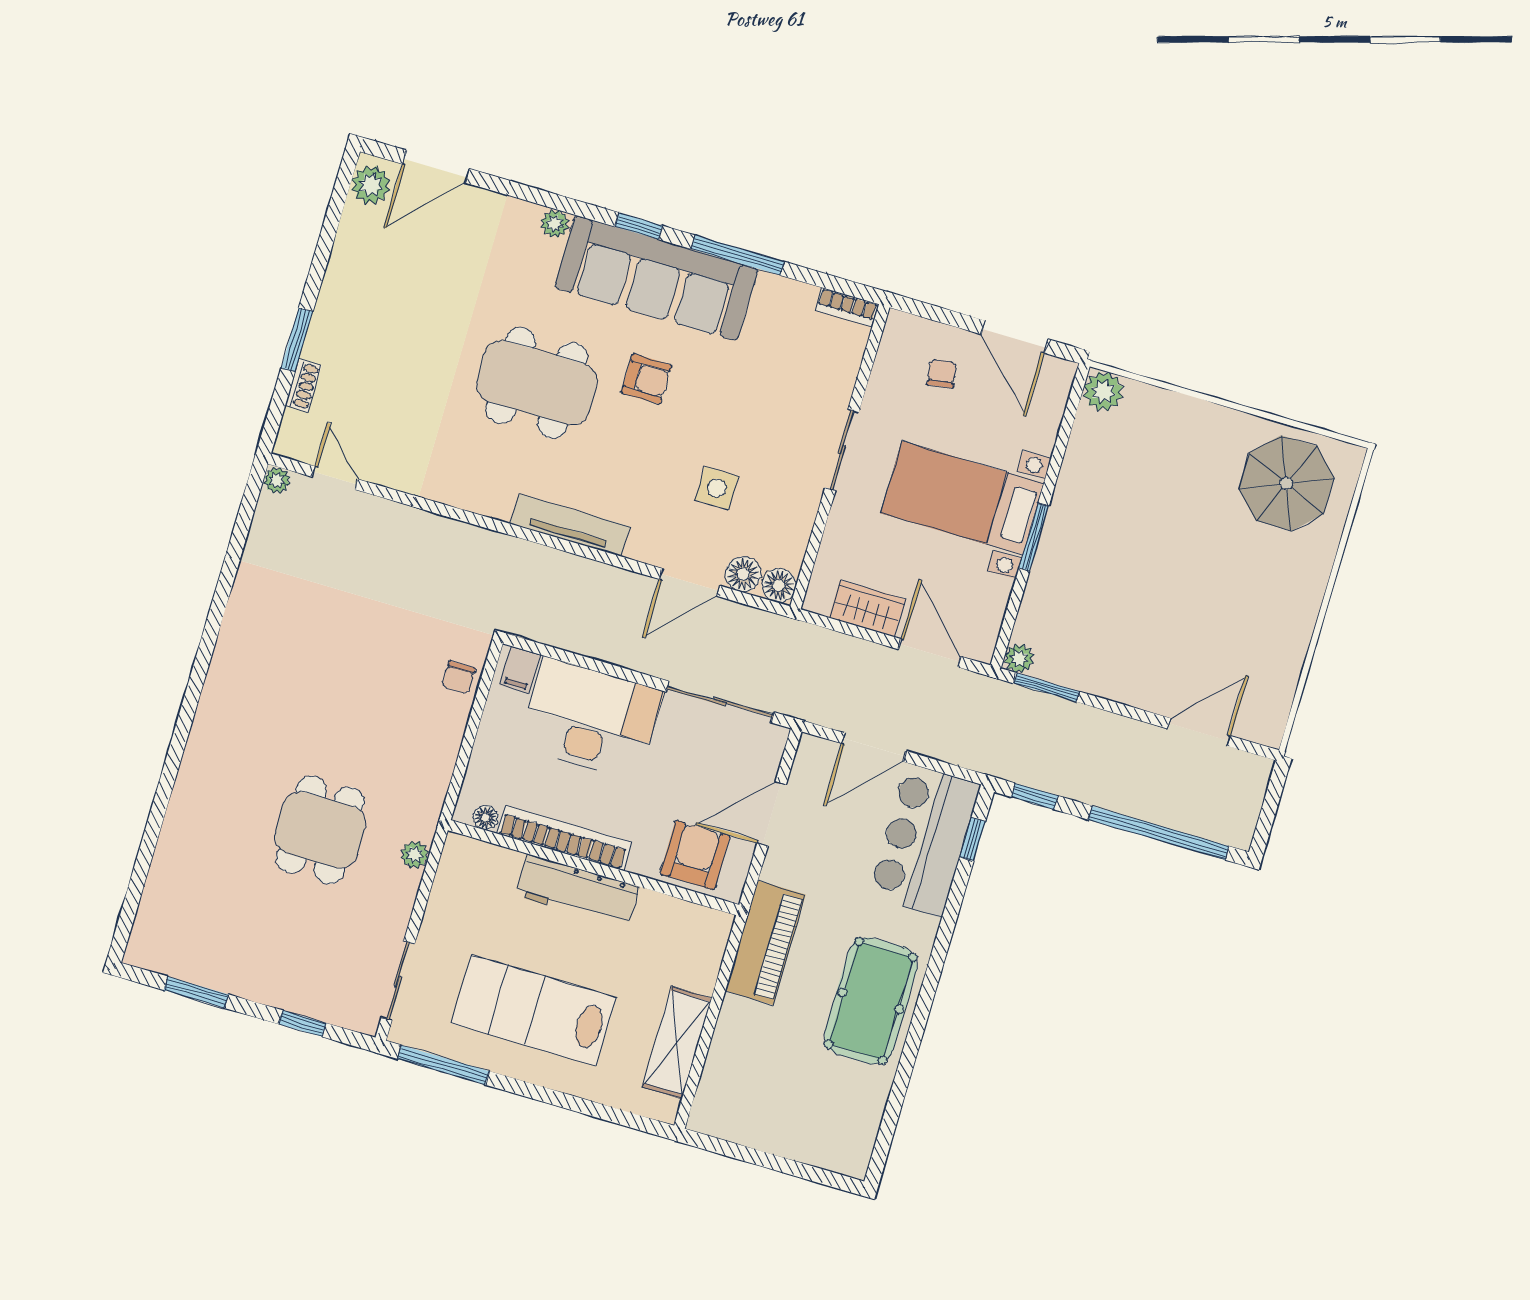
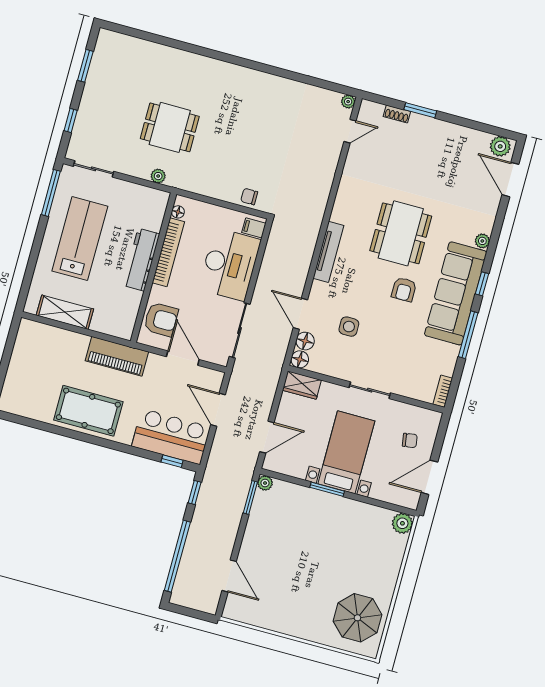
wardrobe: (867, 608) -> (302, 385), moved, turned 90

